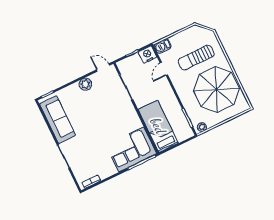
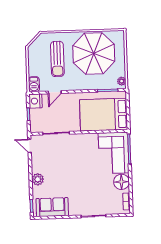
door: (103, 68) -> (29, 146), hinge flipped
door: (164, 69) -> (55, 92), hinge flipped
plant: (85, 84) -> (38, 179), moved
sofa: (57, 120) -> (52, 207), width x0.73
bed: (158, 126) -> (104, 115), width x1.50
floor lamp: (107, 169) -> (121, 182), added

